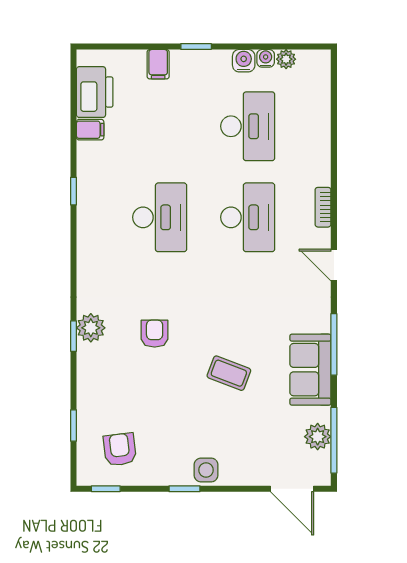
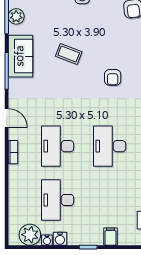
plant: (286, 59) -> (30, 235), width x1.87, depth x1.87

